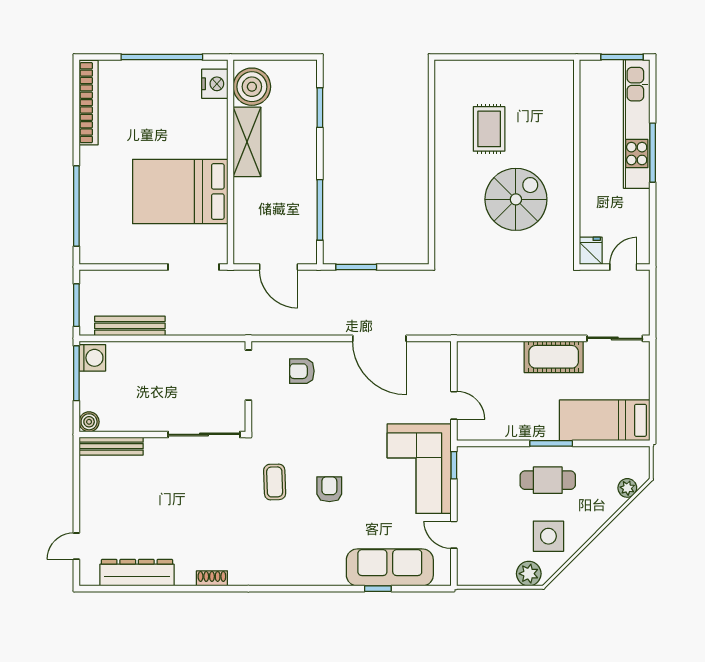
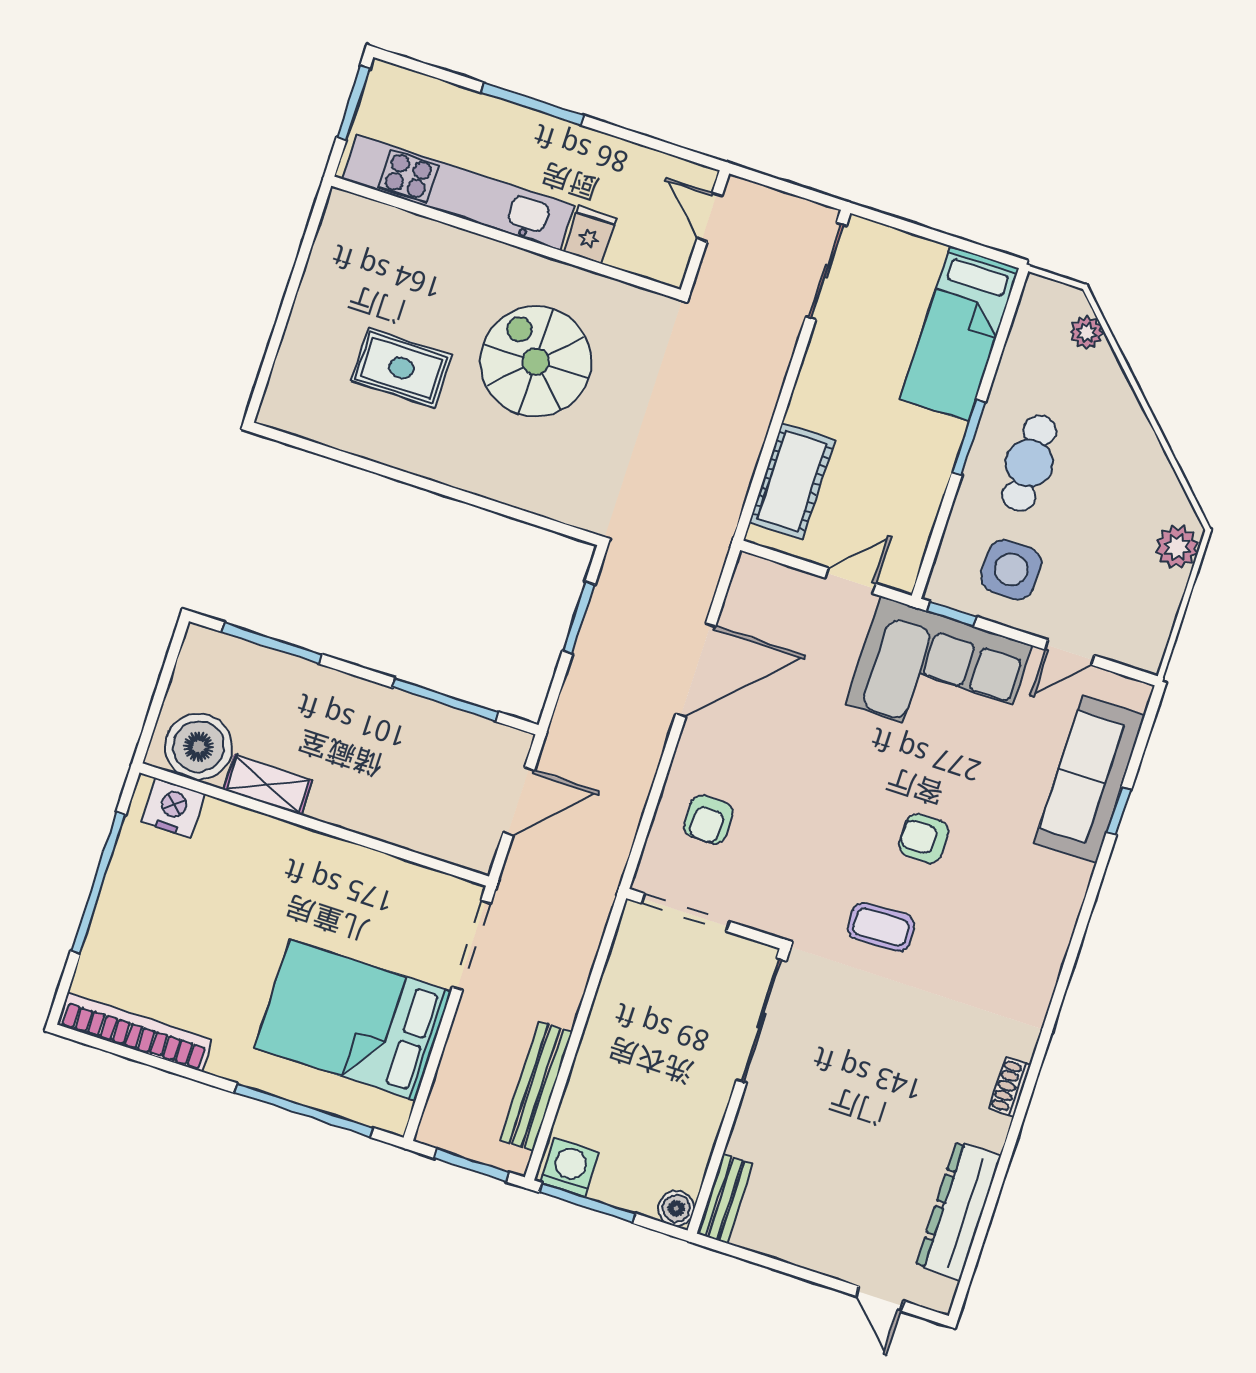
window: (320, 108) -> (272, 643), width x1.44
kitchen unit: (637, 124) -> (458, 192), moved, turned 180
shelving: (247, 142) -> (268, 785), width x0.67, depth x0.75
bed: (180, 191) -> (353, 1020), moved, turned 90
fridge: (591, 251) -> (590, 235), moved, turned 90
window: (356, 267) -> (579, 618), moved
cot: (554, 357) -> (792, 481), moved
bench: (111, 446) -> (725, 1199), width x0.73
side table: (548, 536) -> (1011, 570), moved

